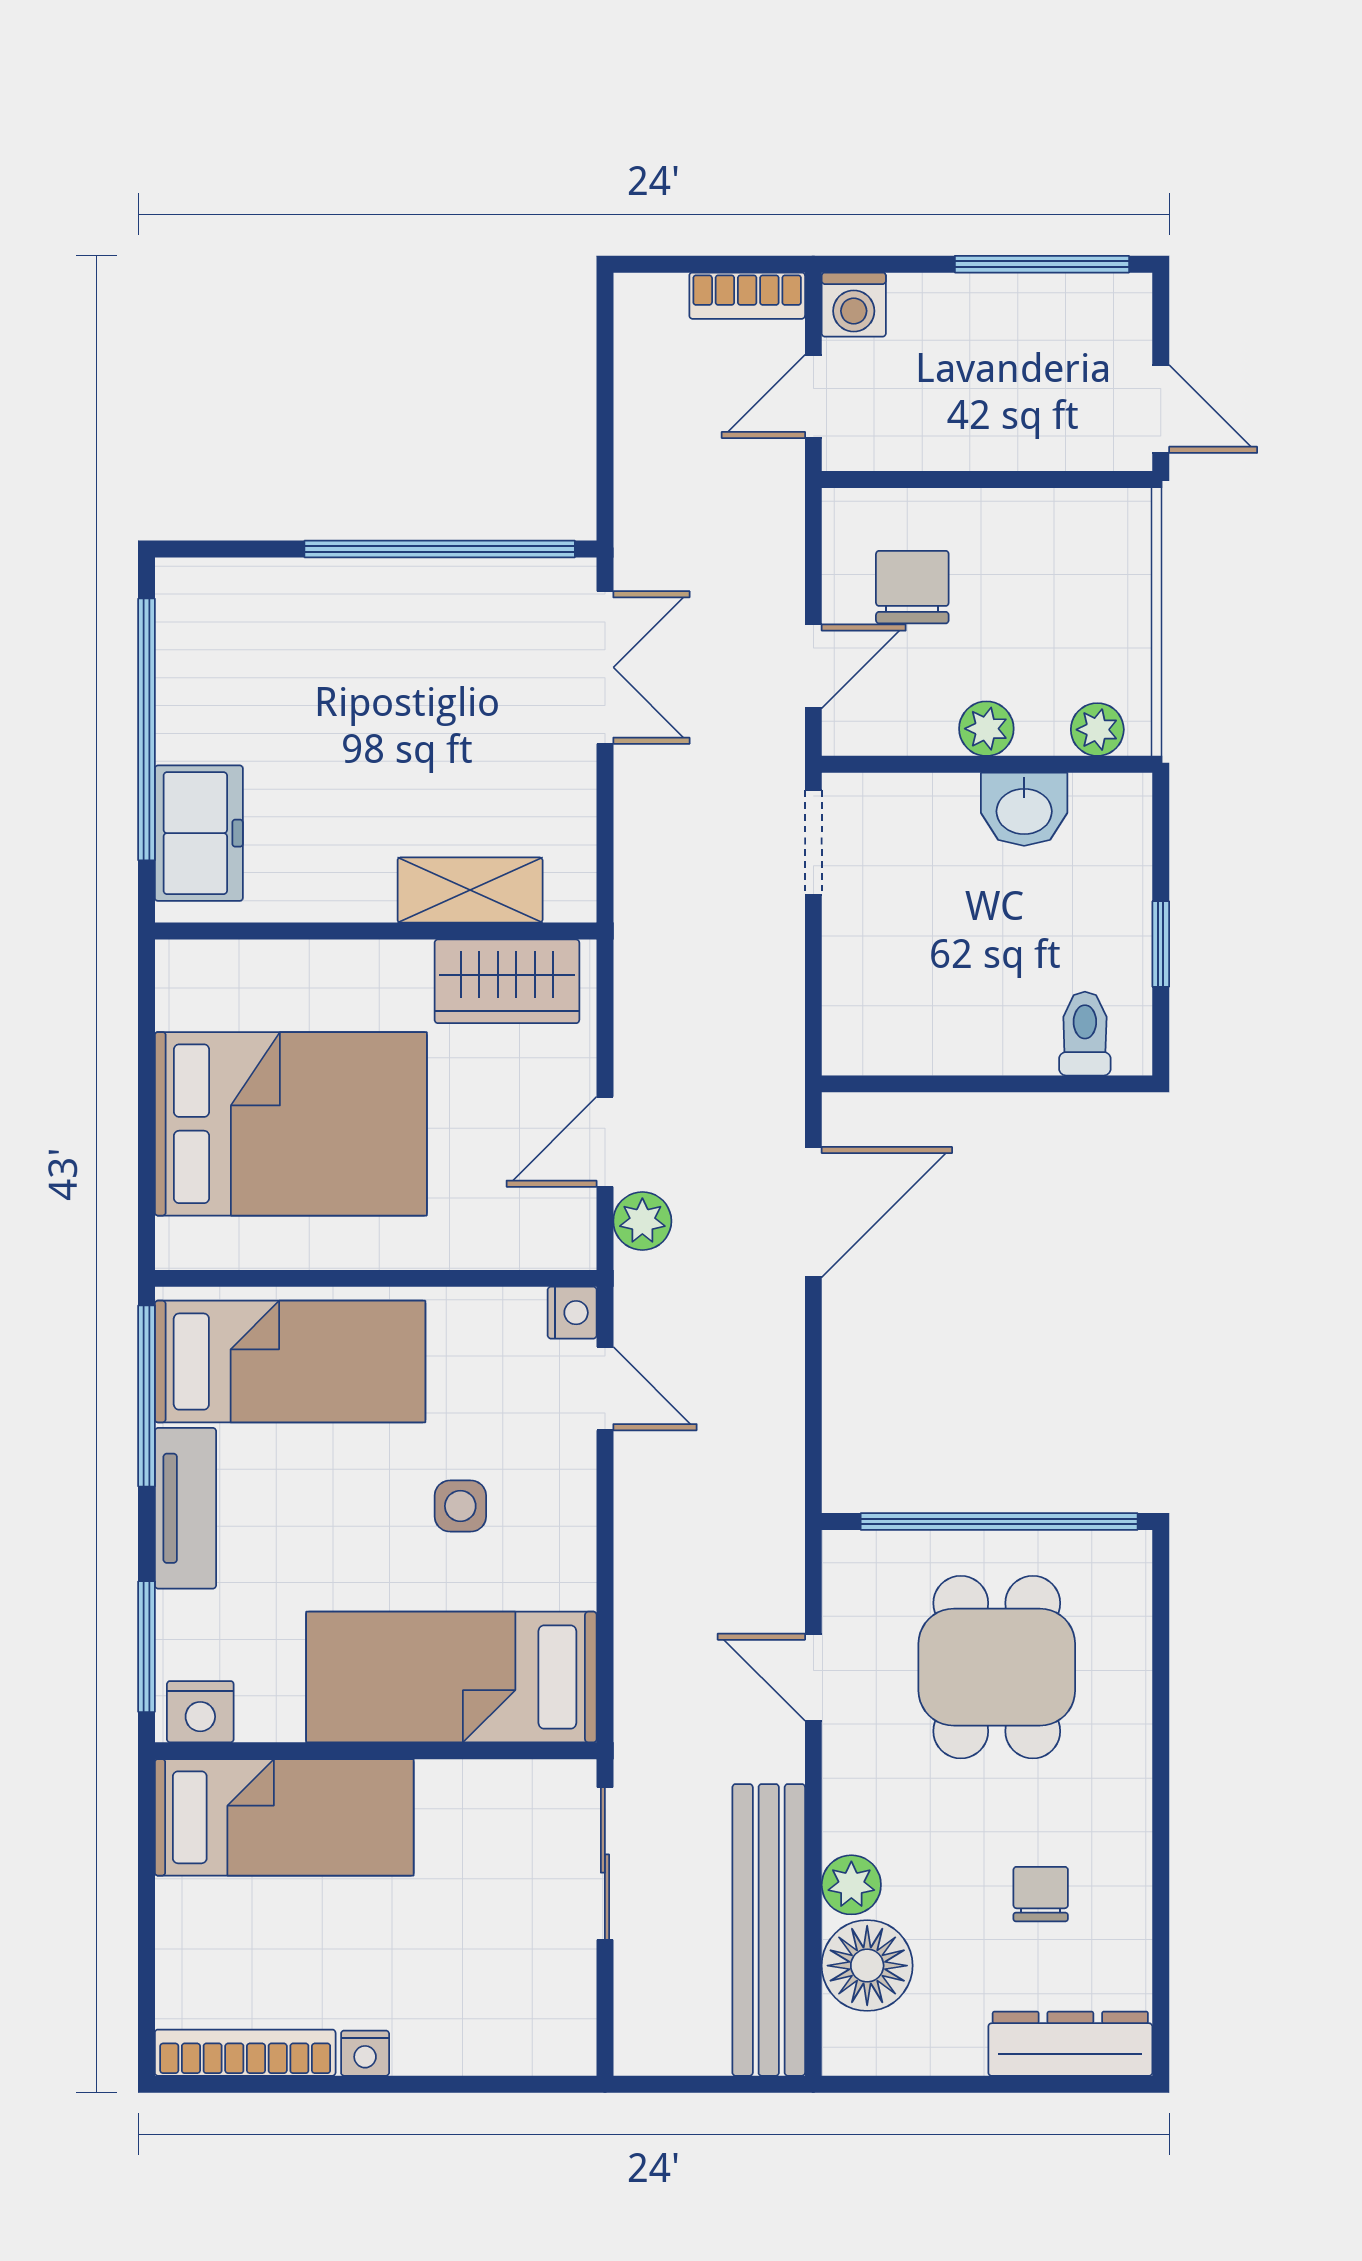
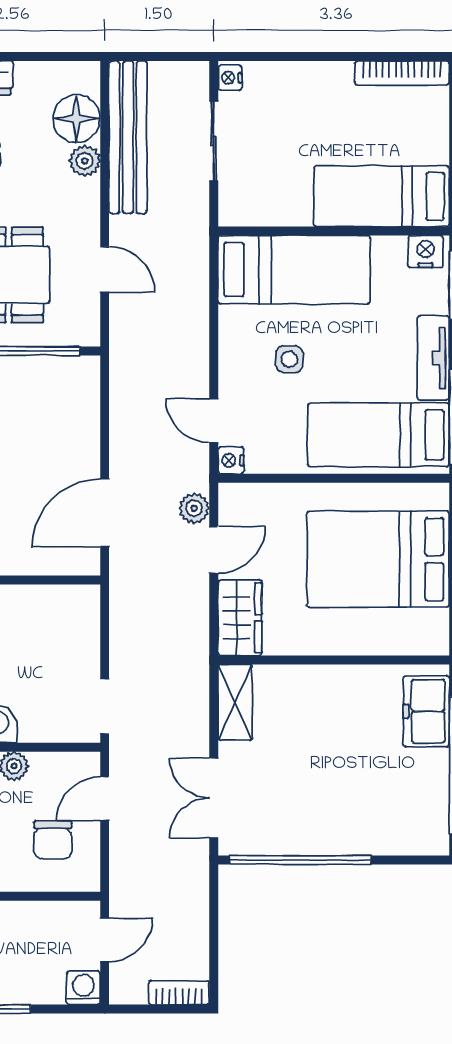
bookcase: (747, 296) -> (179, 993), moved
shelving: (470, 890) -> (235, 702), moved, turned 90
wardrobe: (507, 981) -> (240, 618), moved, turned 90
sliding door: (605, 1864) -> (214, 141), moved
nightstand: (365, 2053) -> (230, 78), moved, turned -90

